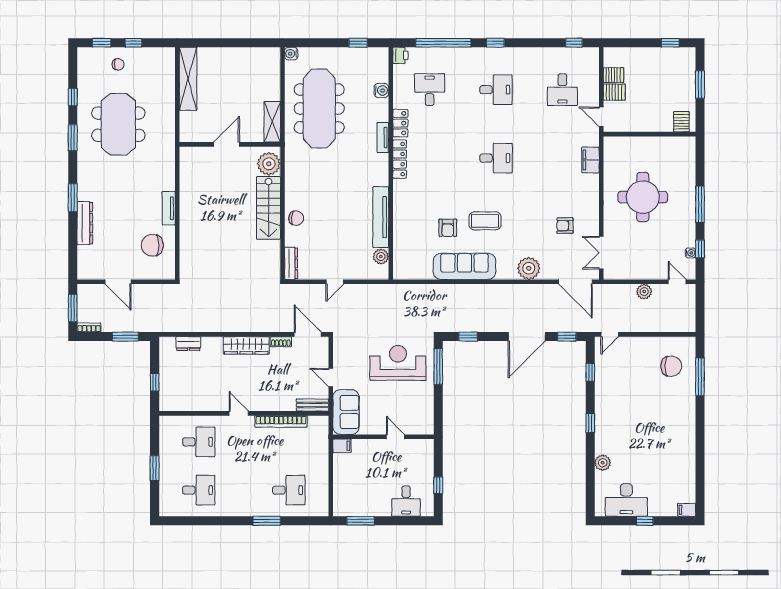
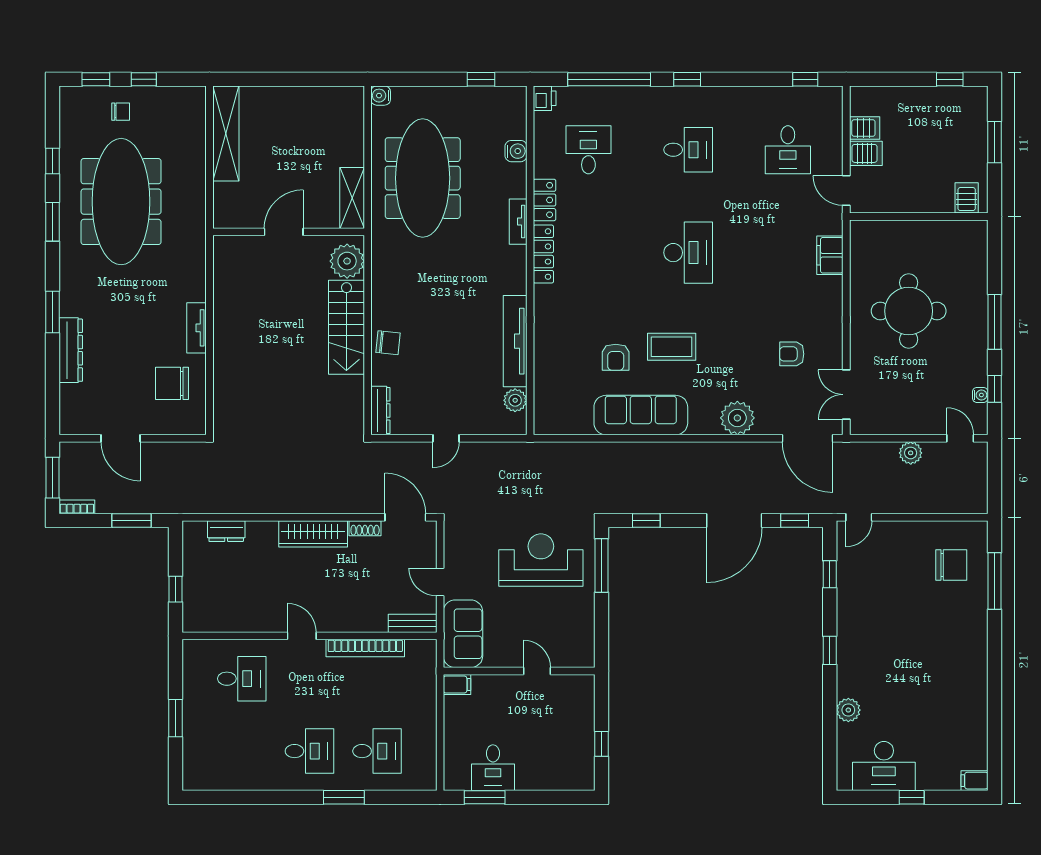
meeting table: (118, 124) -> (121, 202), width x1.36
desk: (496, 158) -> (688, 253), width x1.37
desk: (199, 490) -> (309, 751), moved
desk: (406, 501) -> (493, 768), moved

